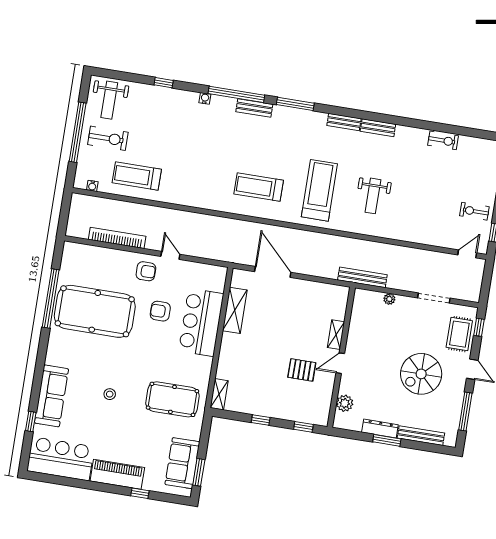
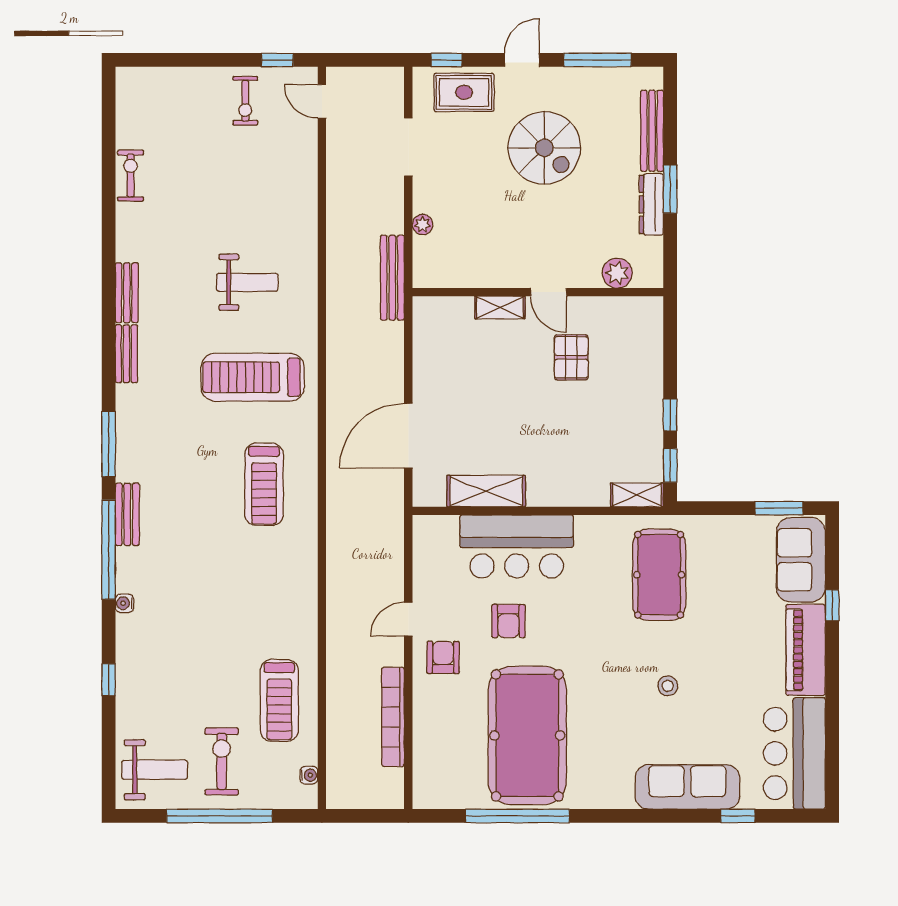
window: (303, 427) -> (670, 465), moved
sofa: (182, 463) -> (801, 560), moved, turned 90

